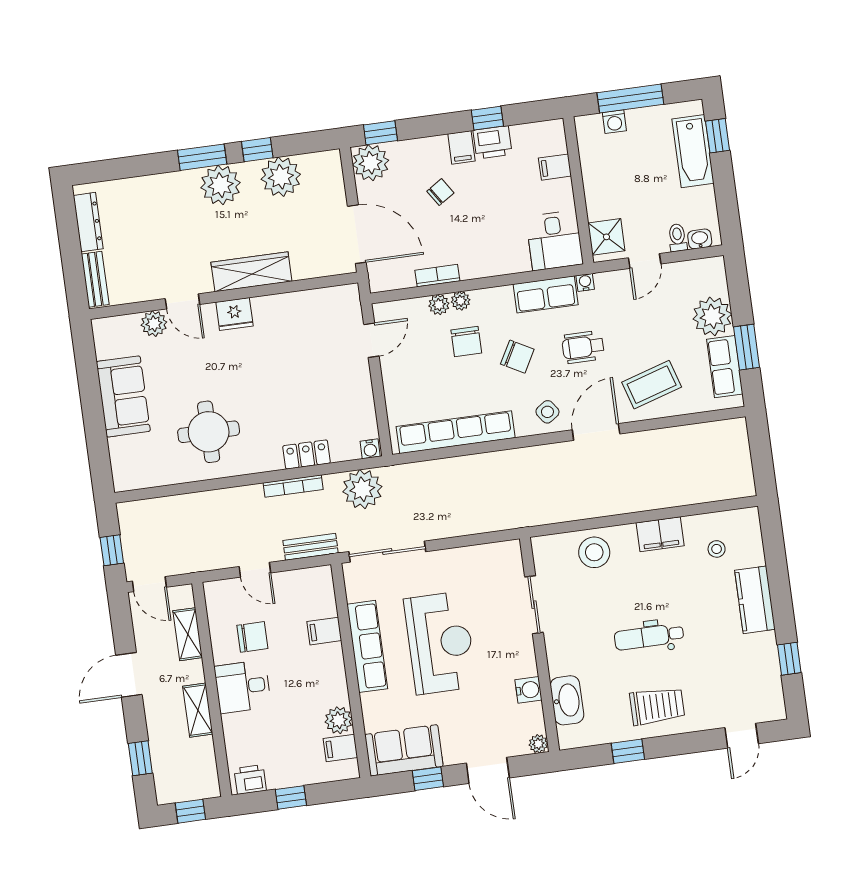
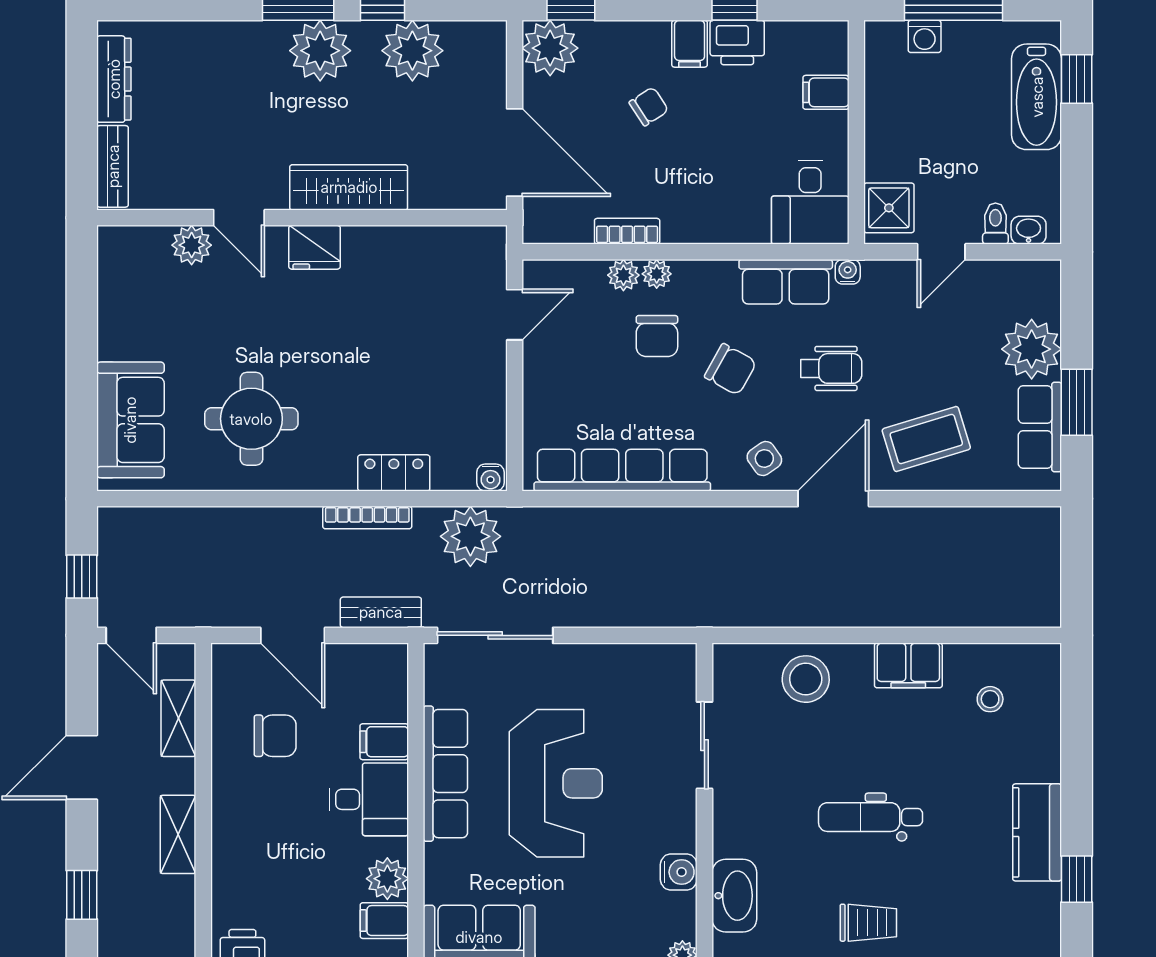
wheelchair: (583, 347) -> (831, 368), turned 180
sofa: (123, 396) -> (130, 420), moved
door: (255, 570) -> (293, 635), width x1.38
kitchen counter: (755, 600) -> (1037, 832), moved
desk: (243, 687) -> (369, 799), moved, turned 180
trolley: (657, 706) -> (868, 923), width x0.73, depth x0.72

